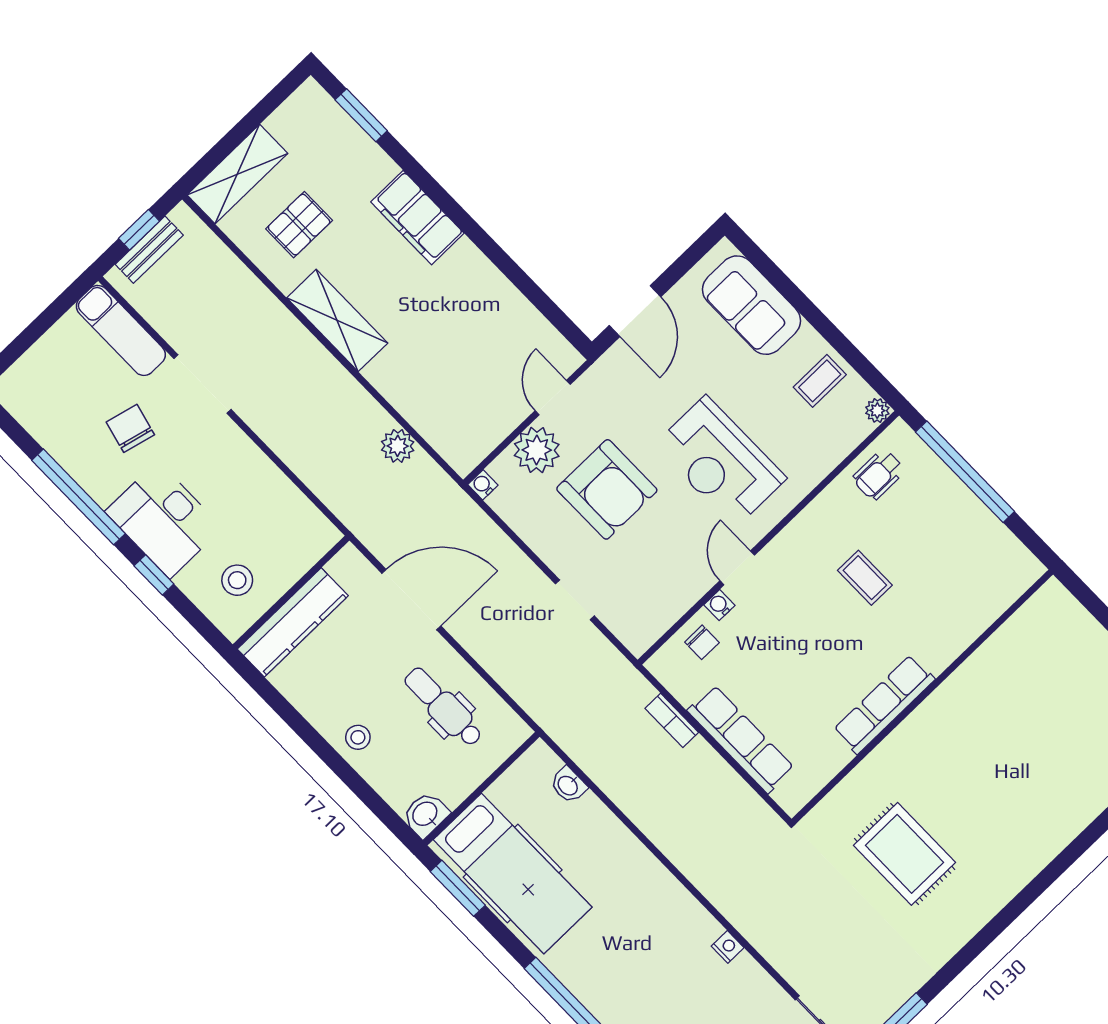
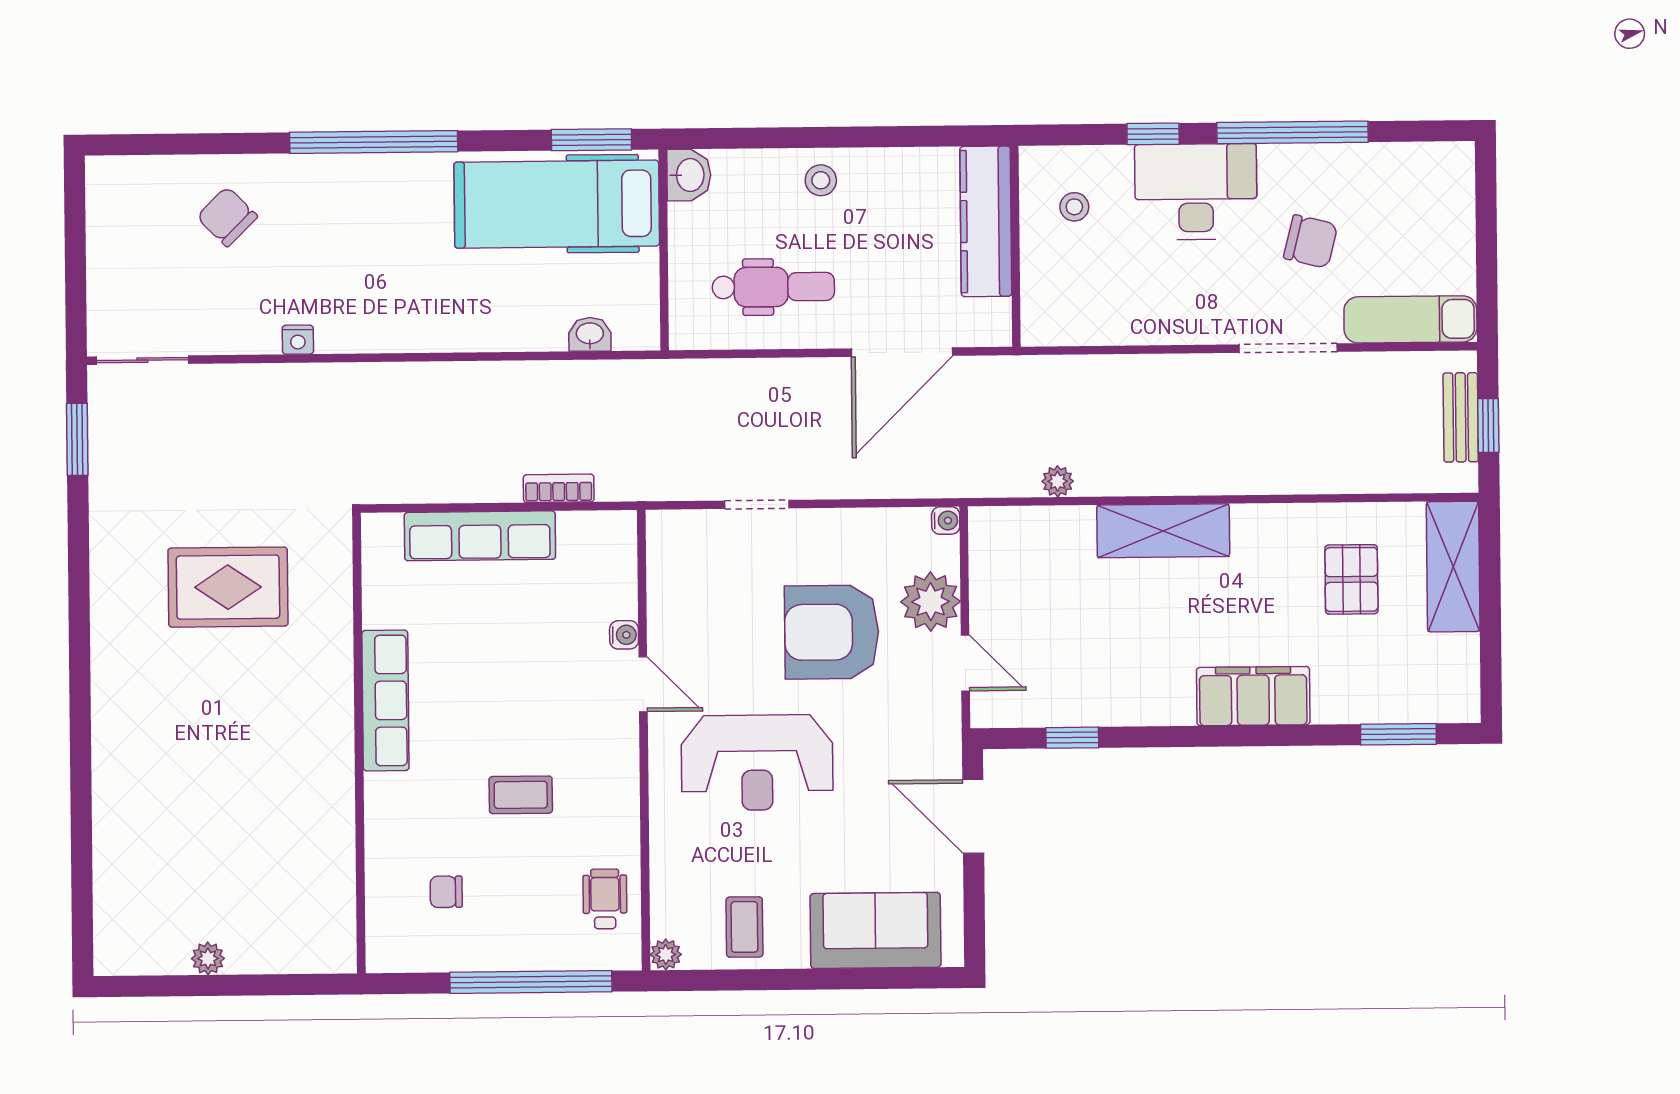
window: (538, 297) -> (1072, 738), added
shelving: (337, 320) -> (1163, 531), moved
plant: (398, 446) -> (1058, 481), width x0.73, depth x0.73
reception desk: (720, 462) -> (757, 763), turned 180
stool: (237, 580) -> (1074, 207), width x0.73, depth x0.73
chair: (702, 642) -> (446, 892), moved

